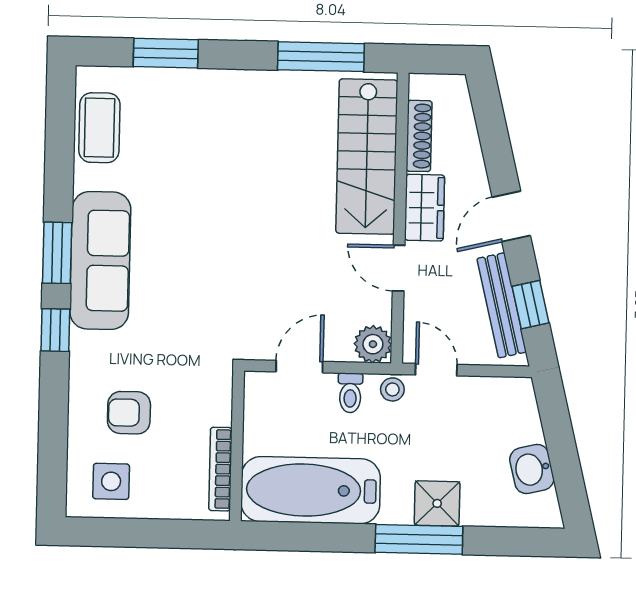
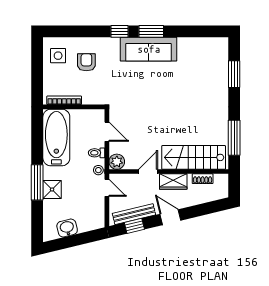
coffee table: (99, 128) -> (203, 48), removed
shoe rack: (419, 136) -> (203, 179), width x0.70
door: (436, 370) -> (107, 188), hinge flipped

